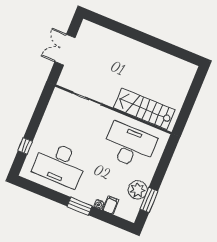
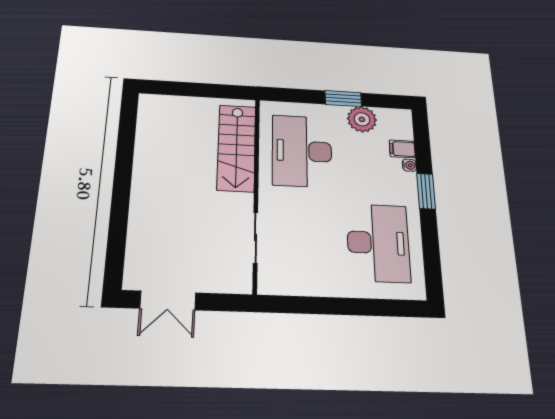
double door: (65, 50) -> (168, 300), moved
window: (25, 146) -> (375, 307), removed
window: (149, 200) -> (343, 99), moved

